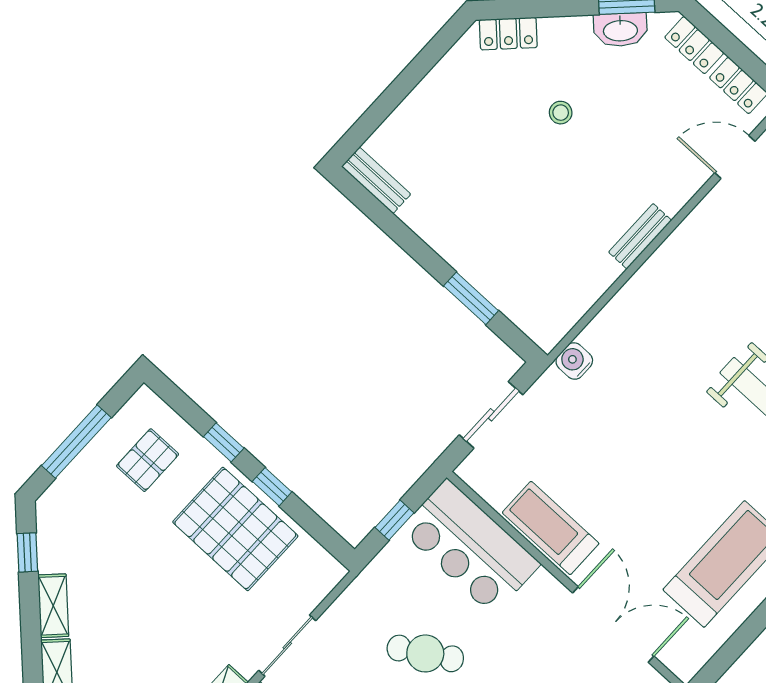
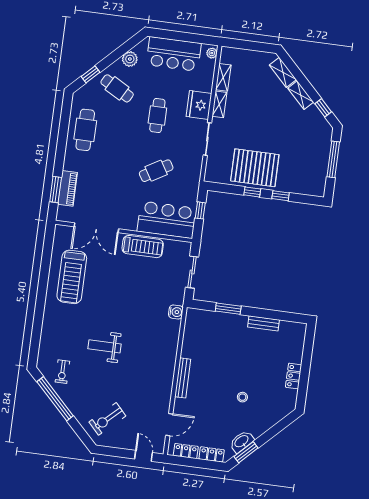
locker: (508, 34) -> (294, 376), moved, turned -45
bench: (376, 180) -> (264, 323), moved
bench: (640, 236) -> (183, 378), width x1.36
pallet: (148, 460) -> (303, 170), removed

